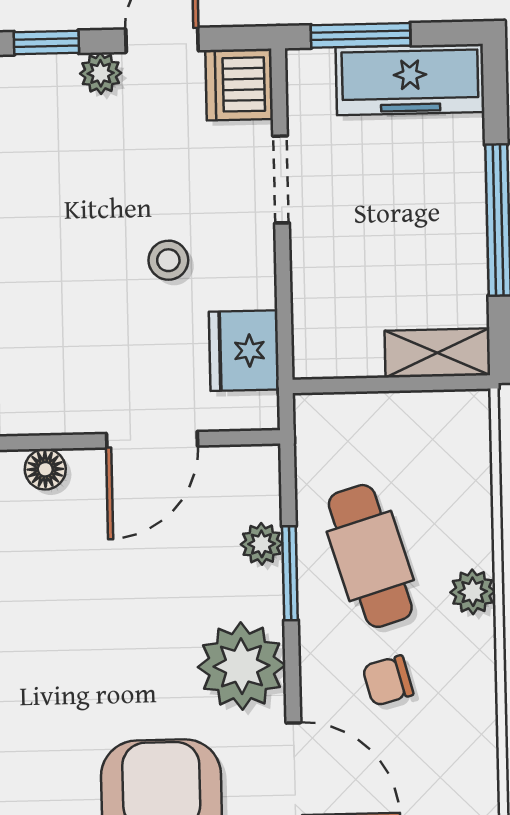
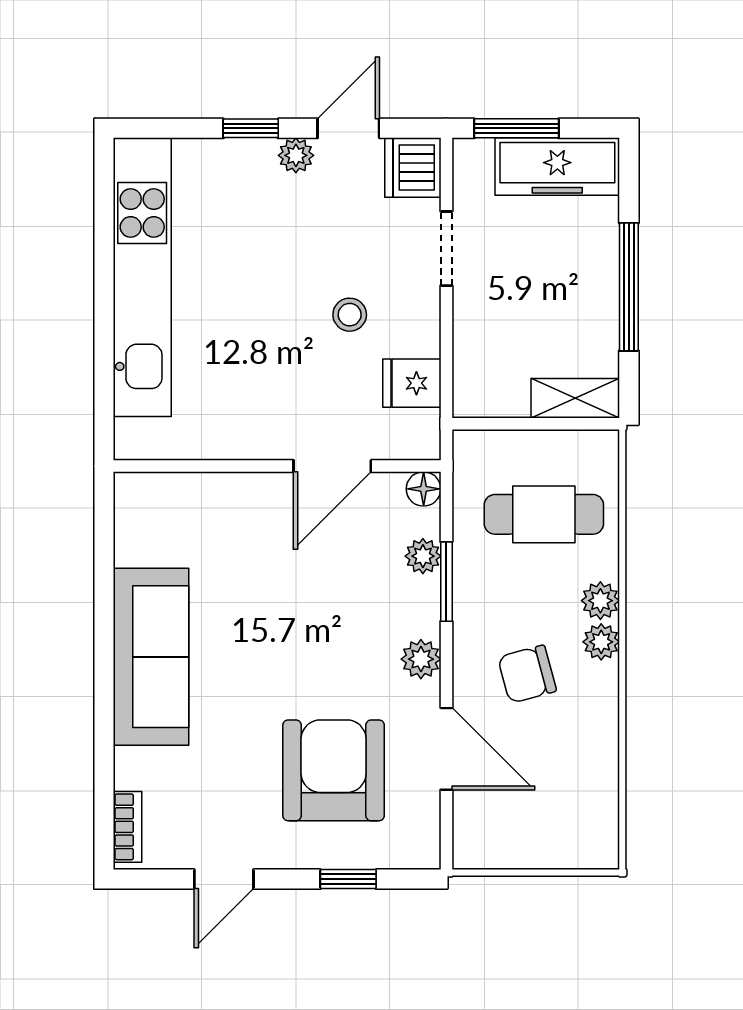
fridge: (244, 351) -> (412, 383), width x0.72
floor lamp: (45, 469) -> (424, 489), moved
cafe table: (370, 556) -> (544, 514), moved, turned -73
plant: (475, 640) -> (601, 642), added
plant: (242, 666) -> (421, 659), width x0.53, depth x0.53
chair: (388, 681) -> (527, 674), width x1.37, depth x1.37

